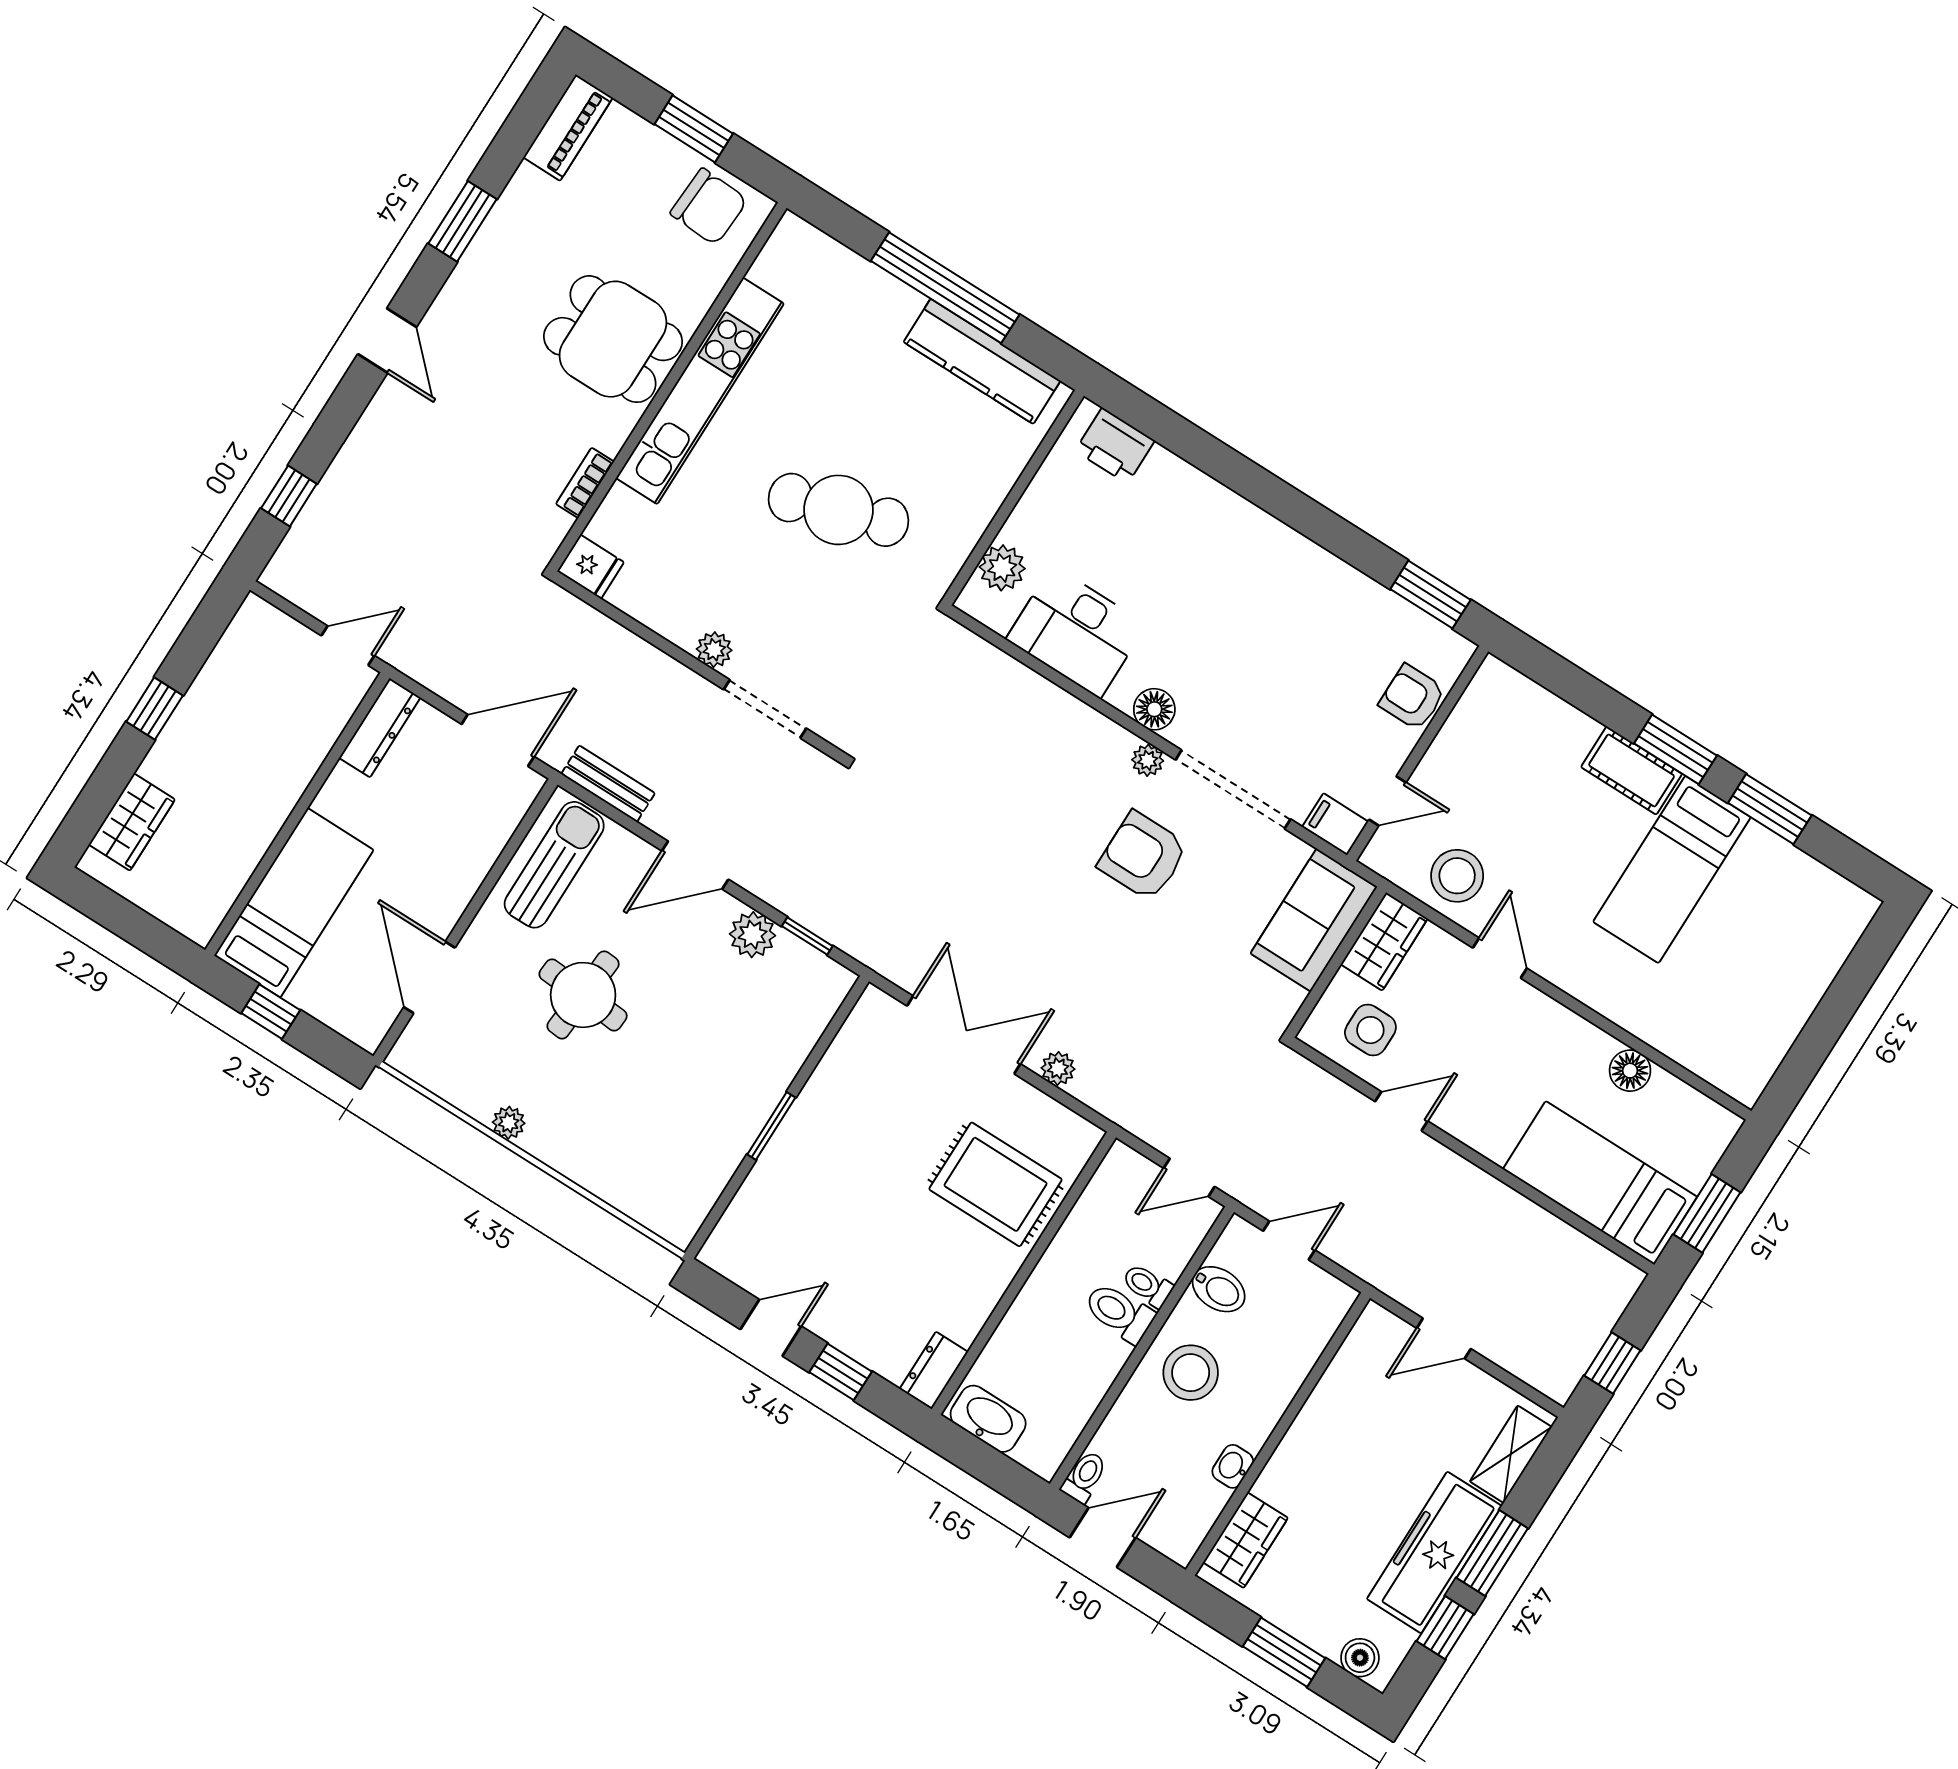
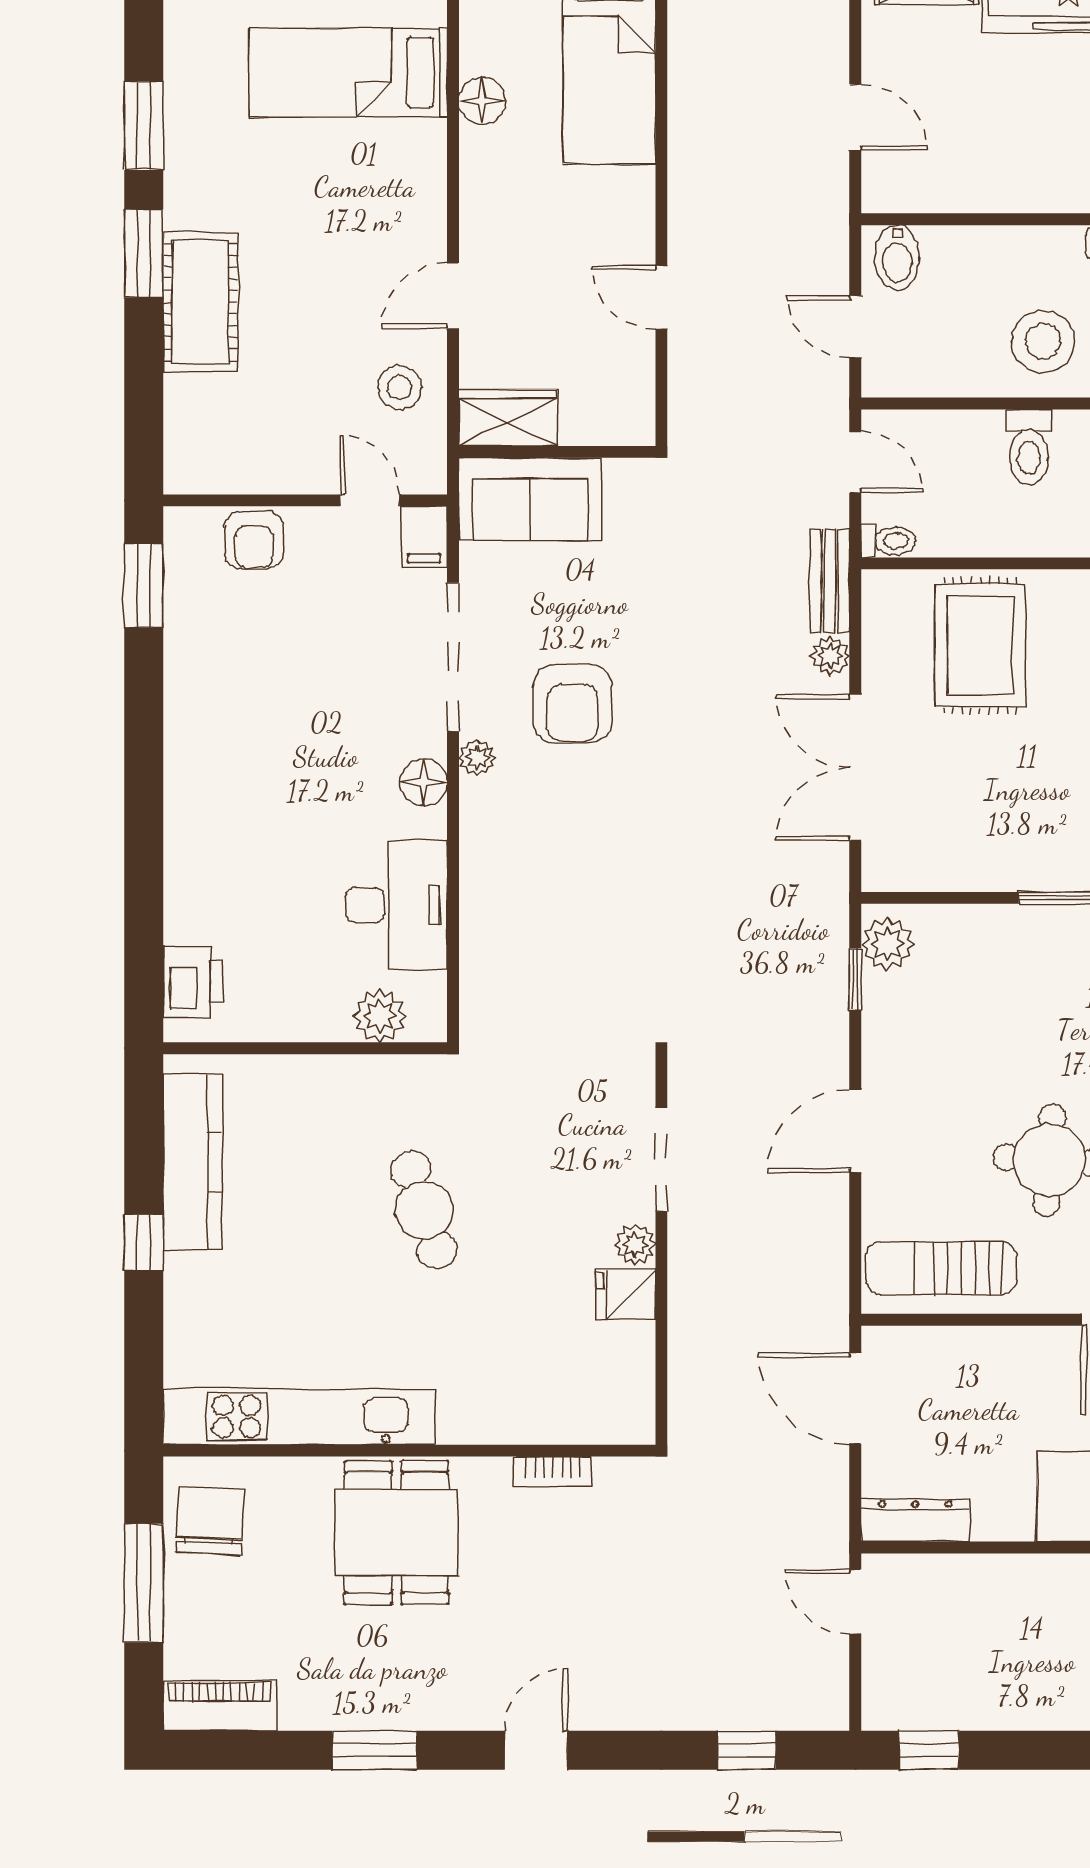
window: (694, 129) -> (144, 1583), width x1.44
window: (945, 288) -> (144, 1243), width x0.32
kitchen unit: (700, 391) -> (299, 1417), moved
cafe table: (838, 510) -> (424, 1210), width x0.73, depth x0.74
fridge: (591, 567) -> (626, 1294), moved, turned -90
window: (155, 709) -> (929, 1750), moved
cot: (1632, 770) -> (200, 302), width x1.37, depth x1.34
bench: (608, 784) -> (830, 581), moved
door: (695, 865) -> (855, 1131), swing flipped
bed: (1672, 870) -> (348, 72), moved, turned 180
stool: (1457, 876) -> (399, 387), width x0.73, depth x0.73
plant: (753, 935) -> (888, 944), moved
side table: (1370, 1030) -> (602, 377), removed
toilet: (1147, 1285) -> (888, 541), moved, turned -90
bidet: (1219, 1289) -> (897, 257), moved, turned 180

